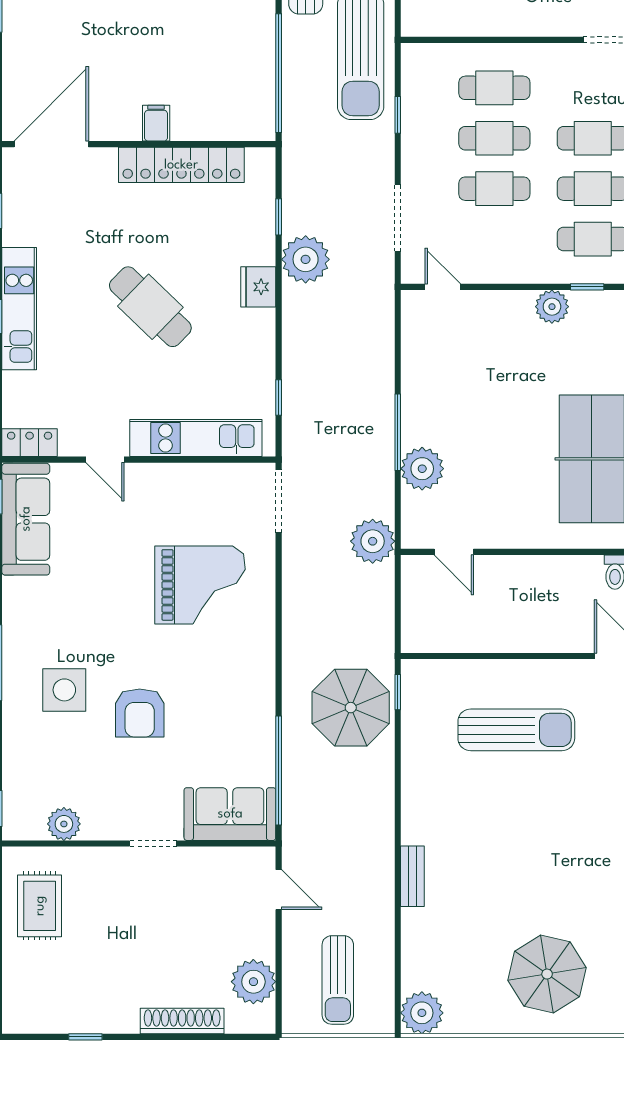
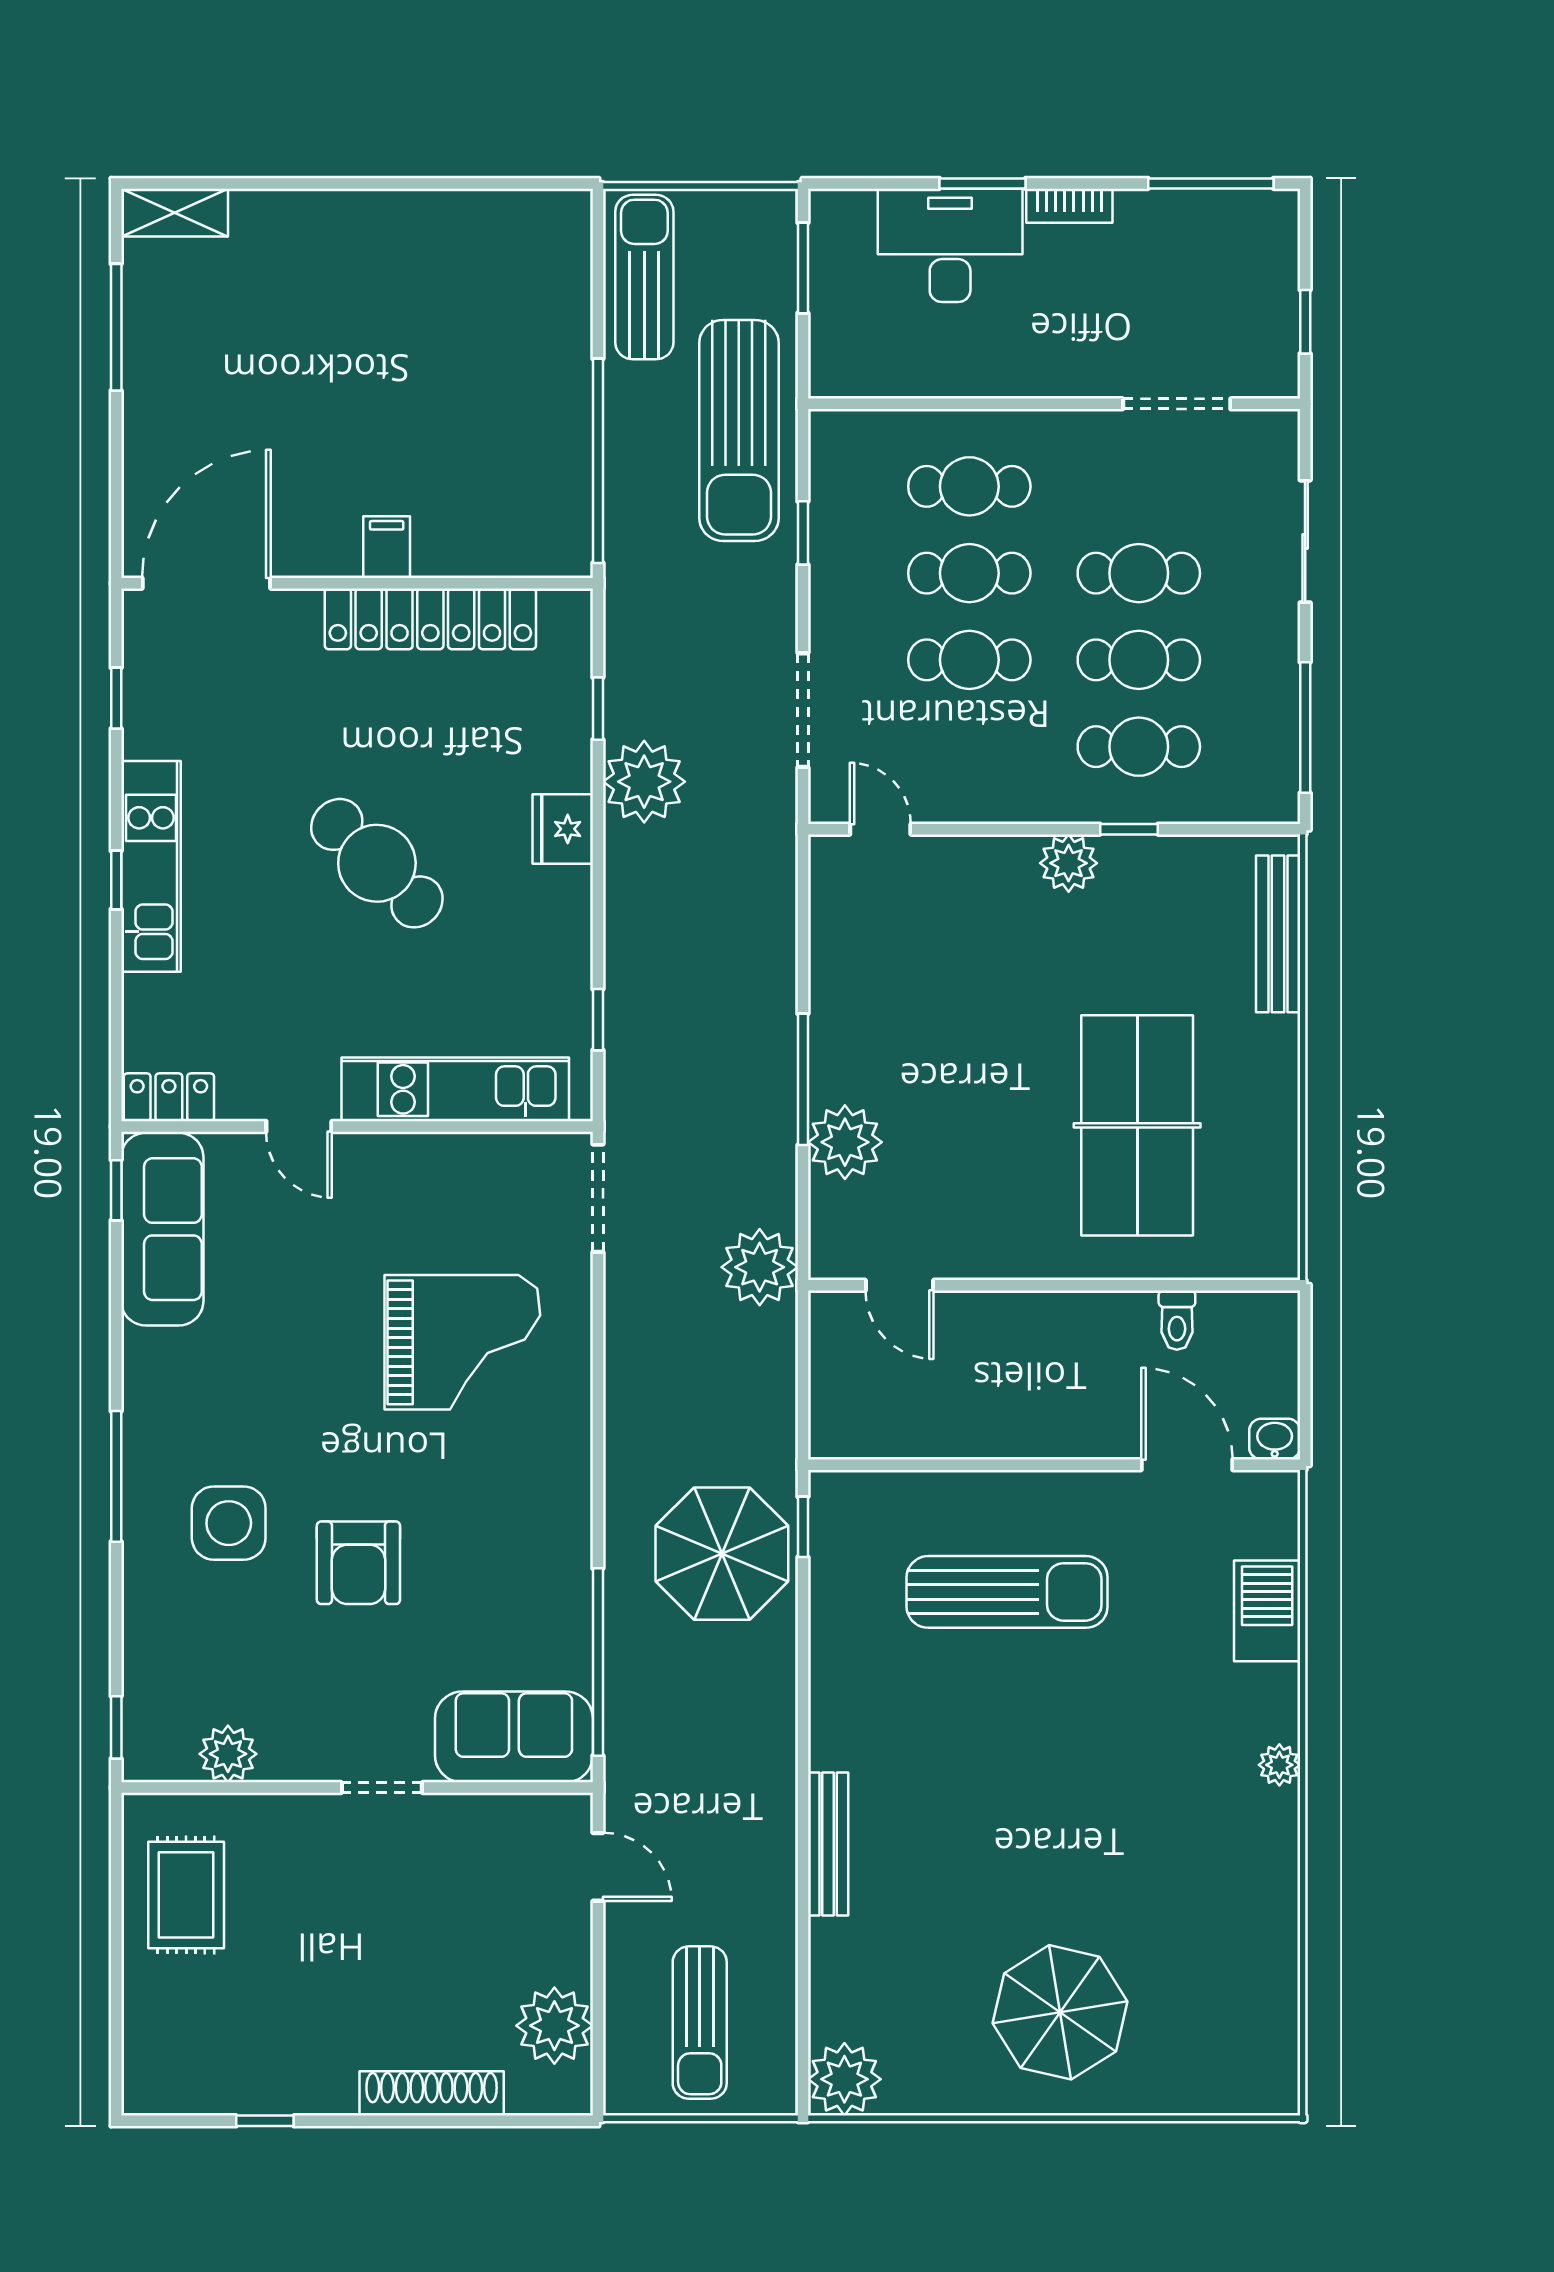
bench: (412, 876) -> (828, 1844), width x1.36

